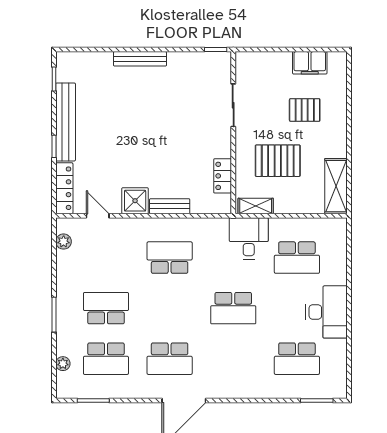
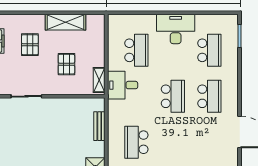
pallet: (278, 161) -> (66, 64), width x0.67, depth x0.71
locker: (223, 176) -> (77, 104), removed
shelving: (336, 186) -> (66, 22), moved
bench: (170, 206) -> (99, 126), moved
school desk: (170, 359) -> (209, 96), moved

